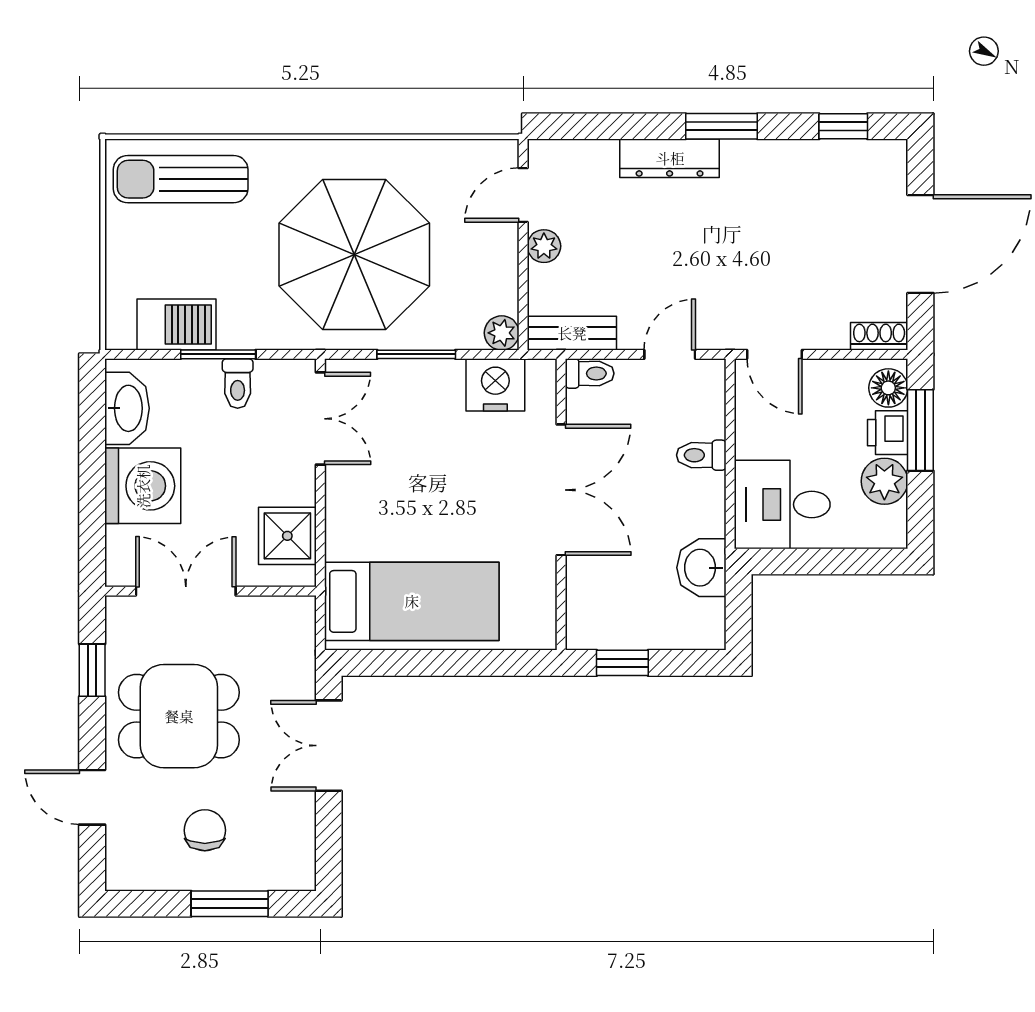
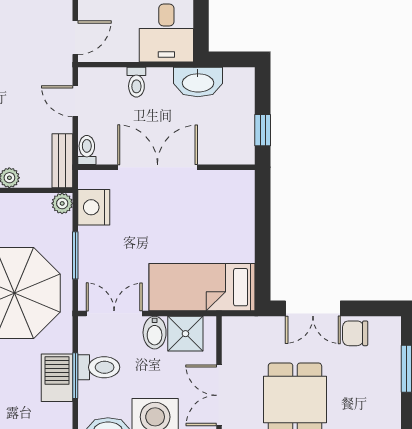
barbecue: (176, 324) -> (57, 378), moved
toilet: (238, 383) -> (99, 367), width x1.37, depth x1.39
bidet: (289, 485) -> (155, 333), added
washbasin: (701, 568) -> (198, 82), width x1.38
bed: (412, 601) -> (202, 287), moved, turned -90
chair: (205, 830) -> (355, 333), moved

